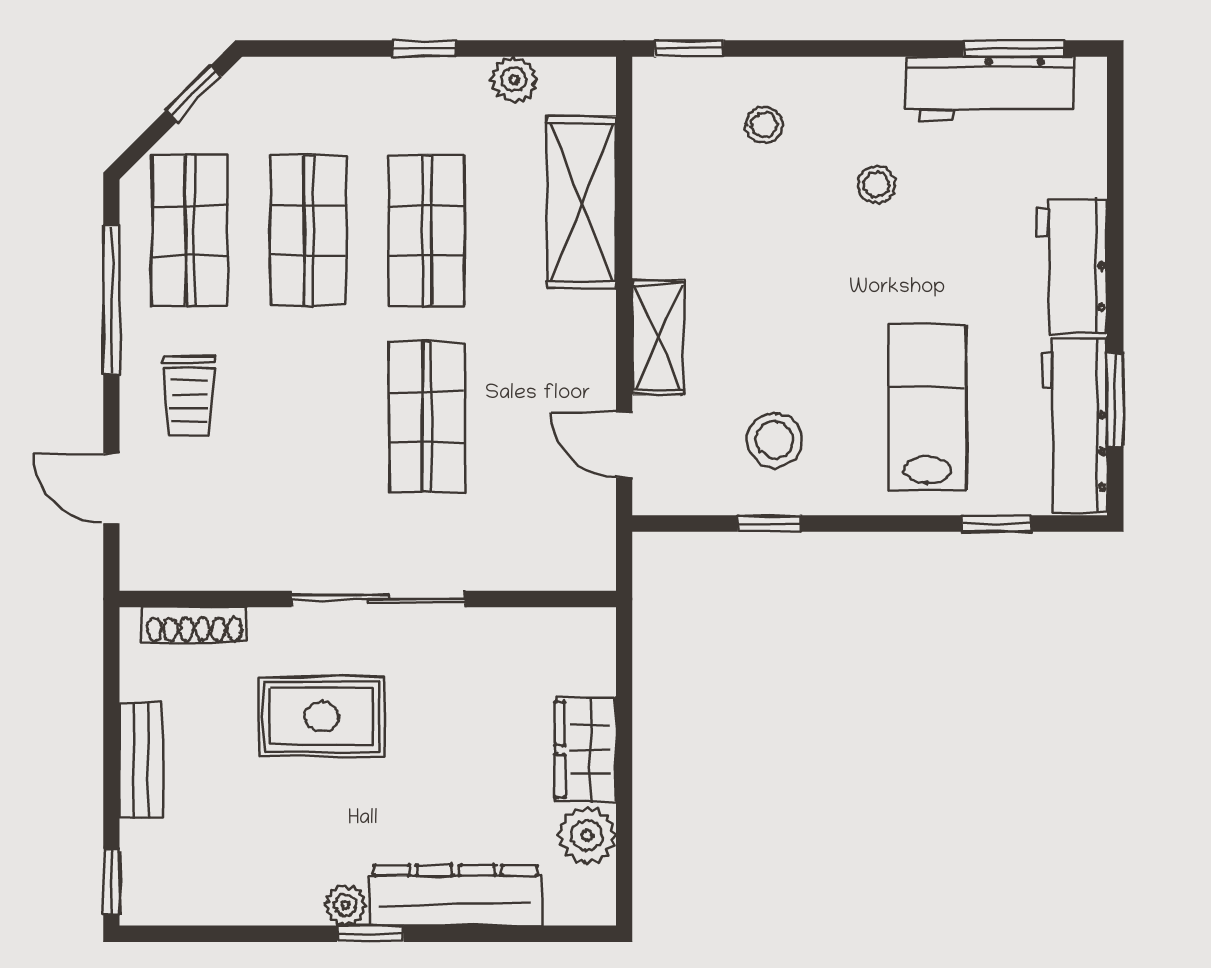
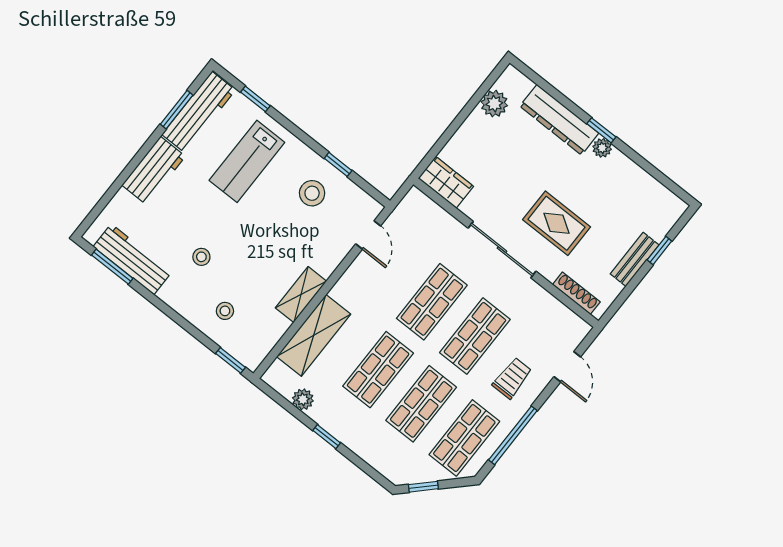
shelving: (658, 337) -> (301, 295), moved
shop shelf: (308, 417) -> (475, 336), added
wardrobe: (586, 749) -> (446, 182), moved, turned -90
window: (111, 882) -> (659, 250), moved

